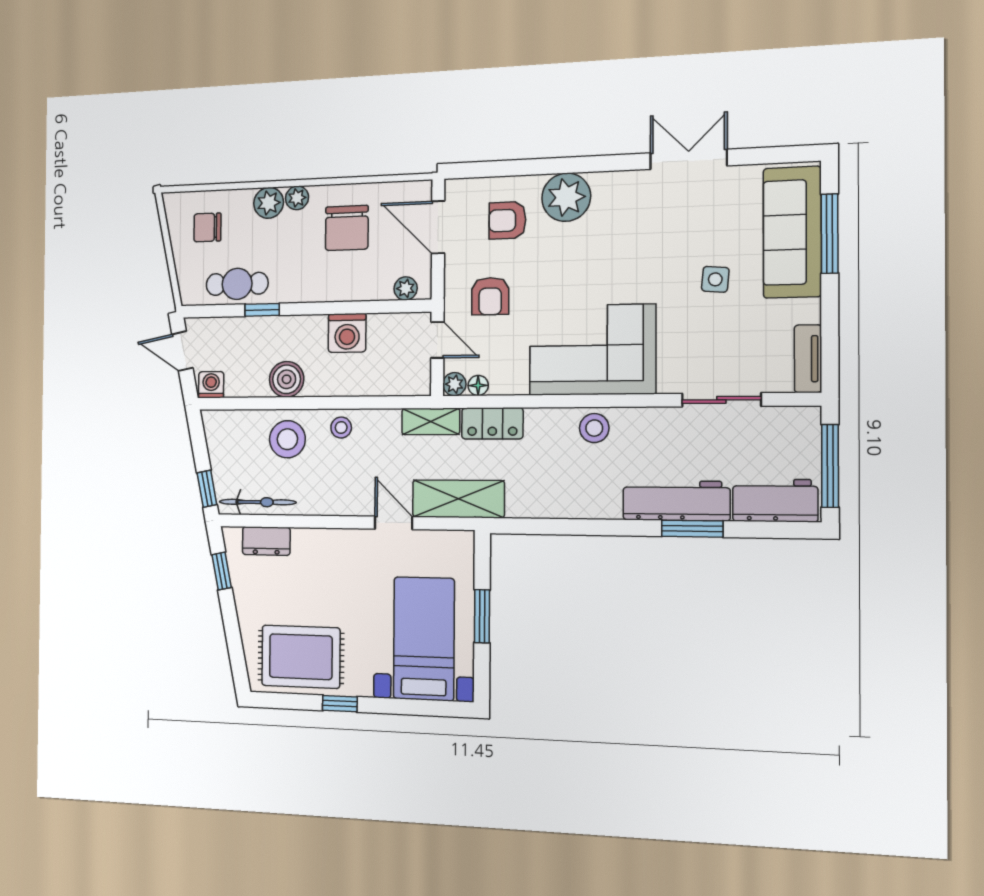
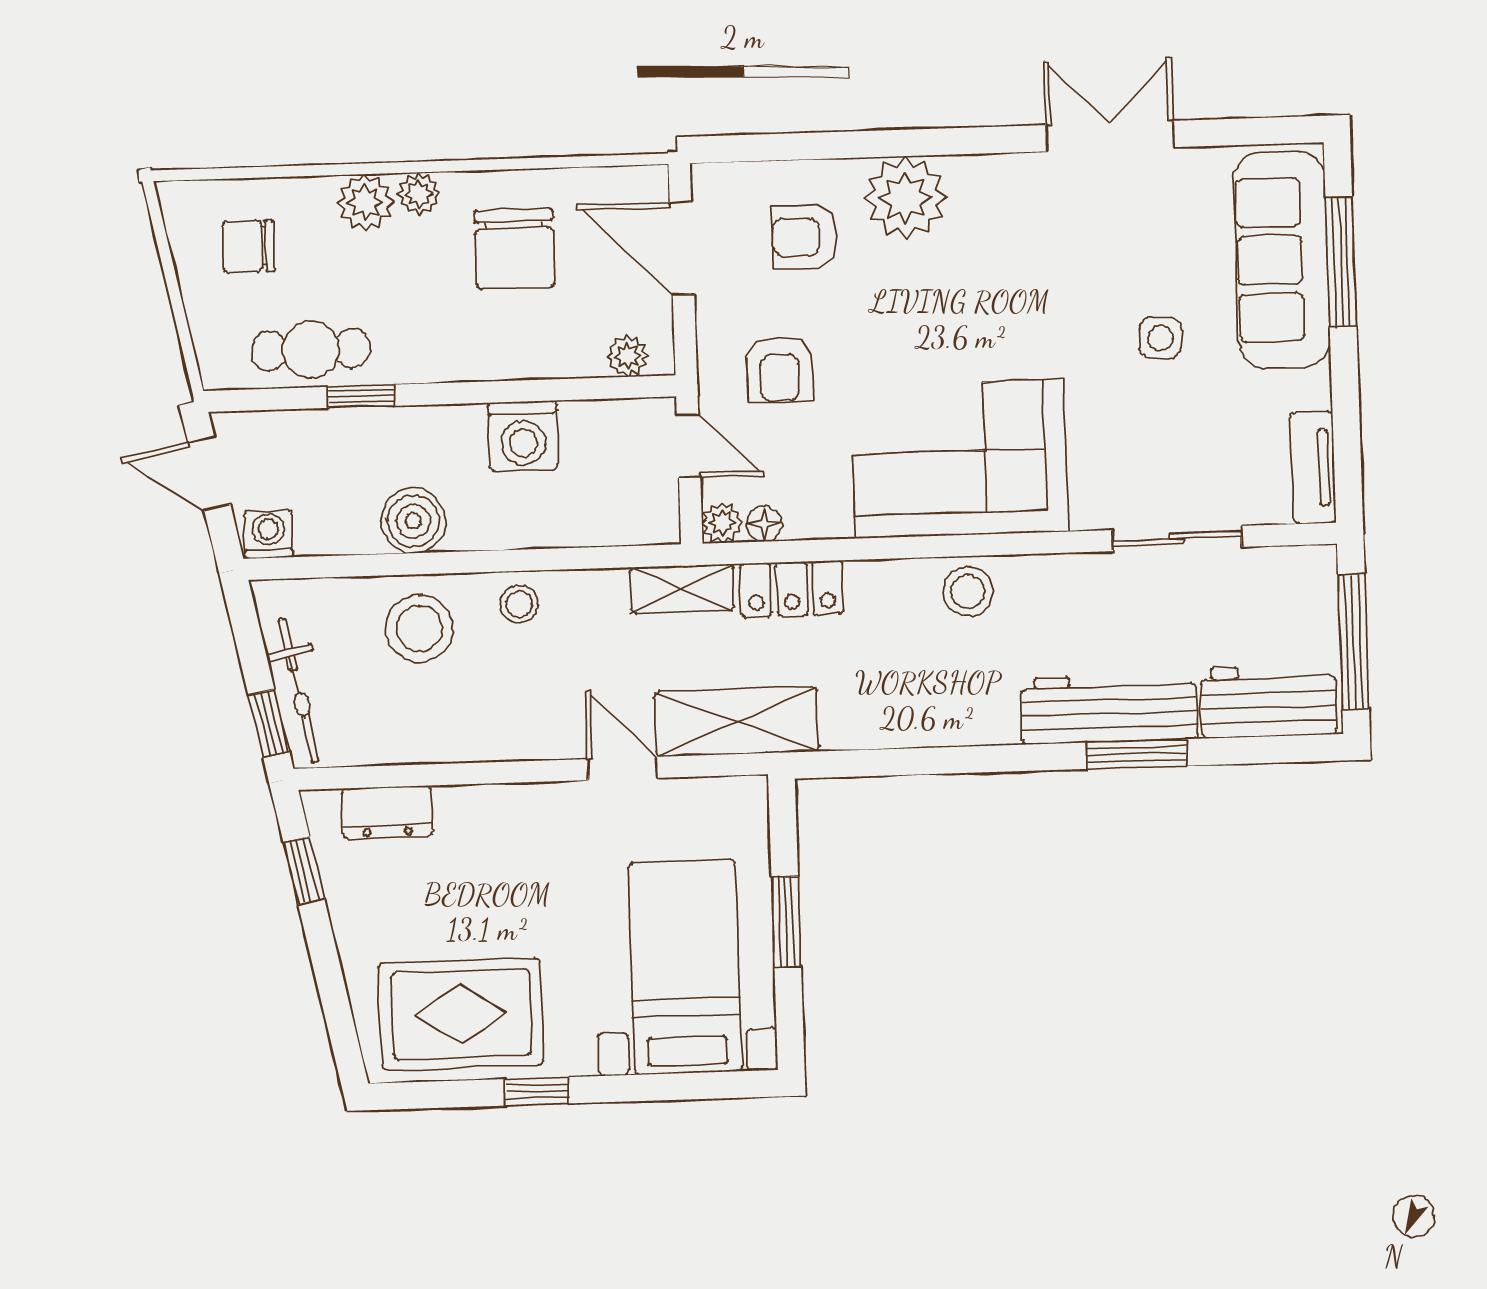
bicycle: (258, 502) -> (298, 690), moved, turned 79

